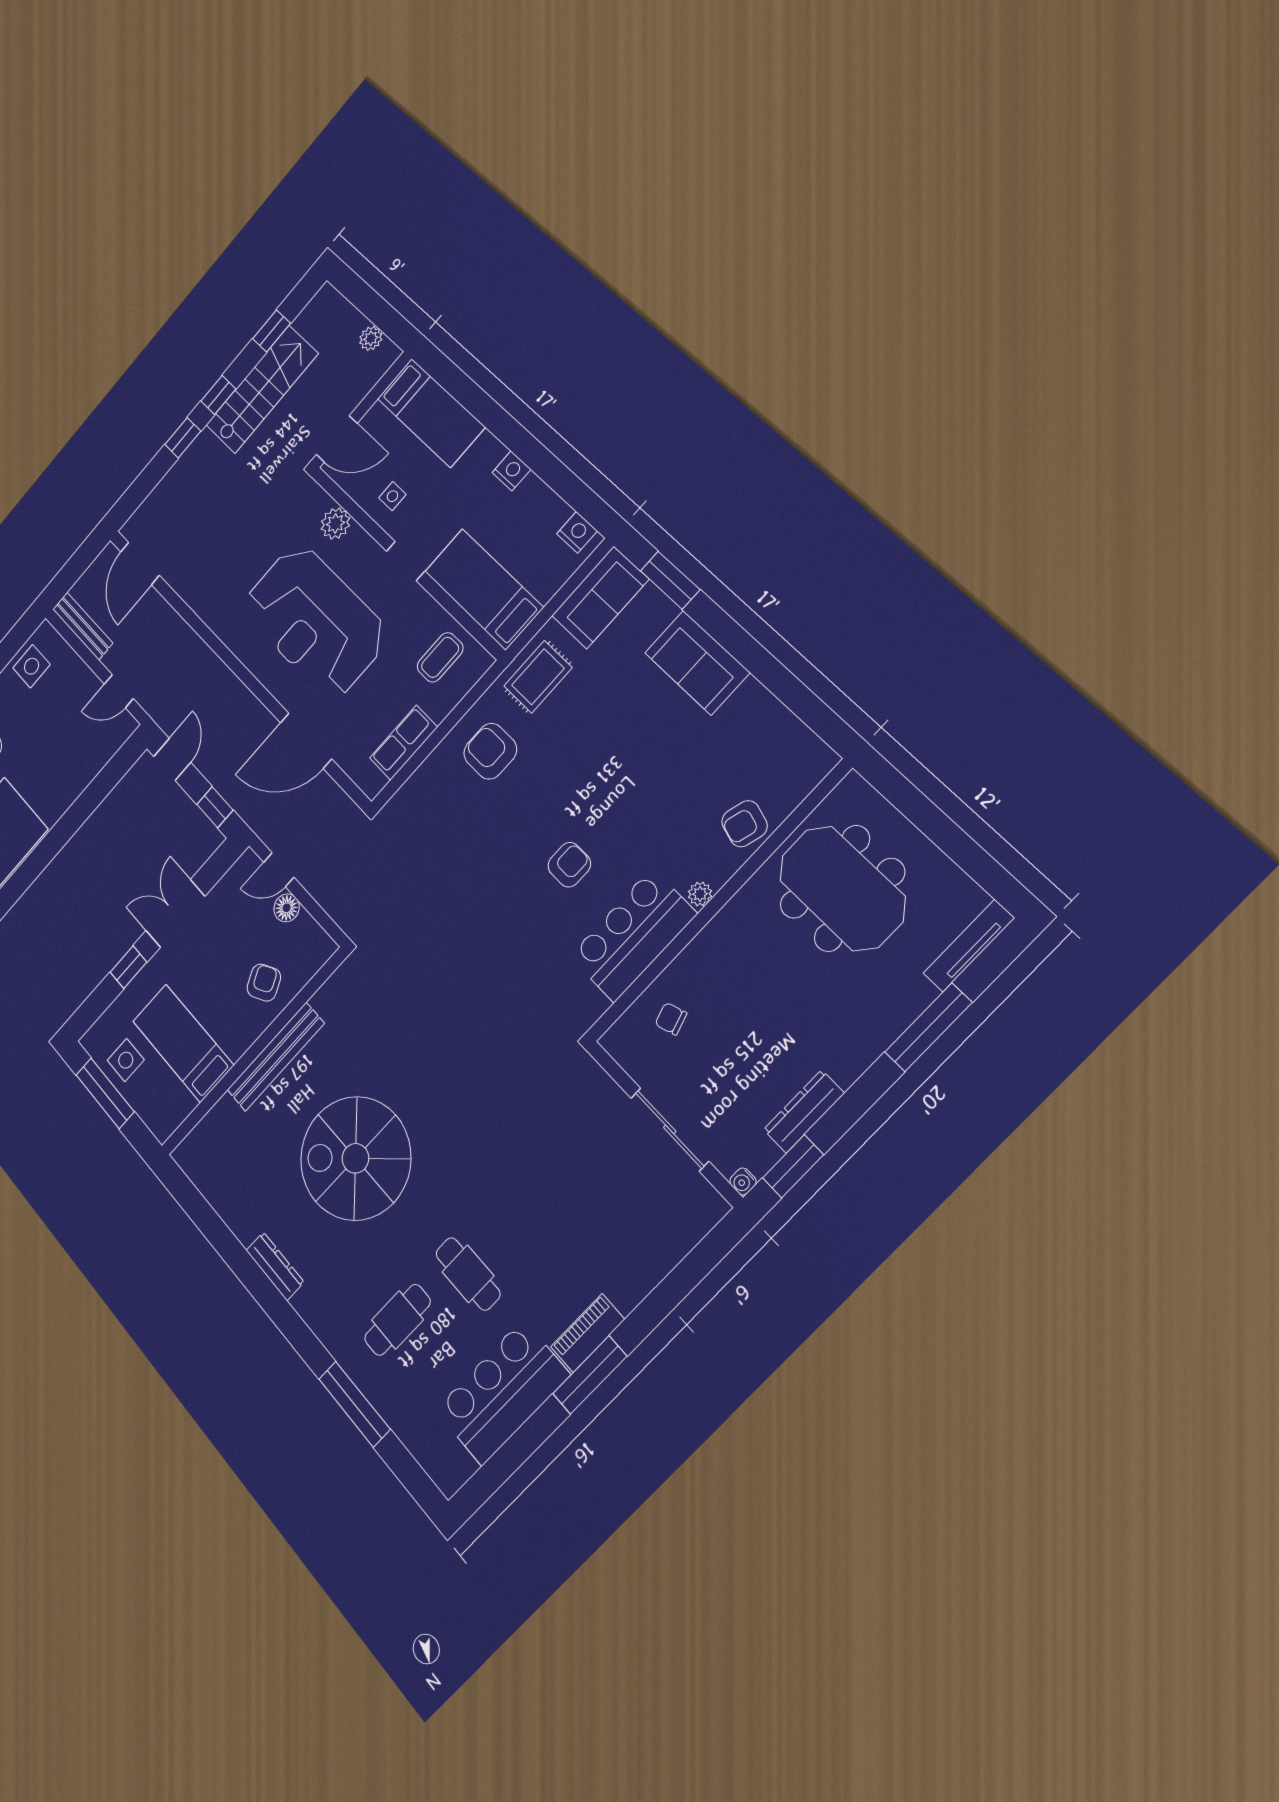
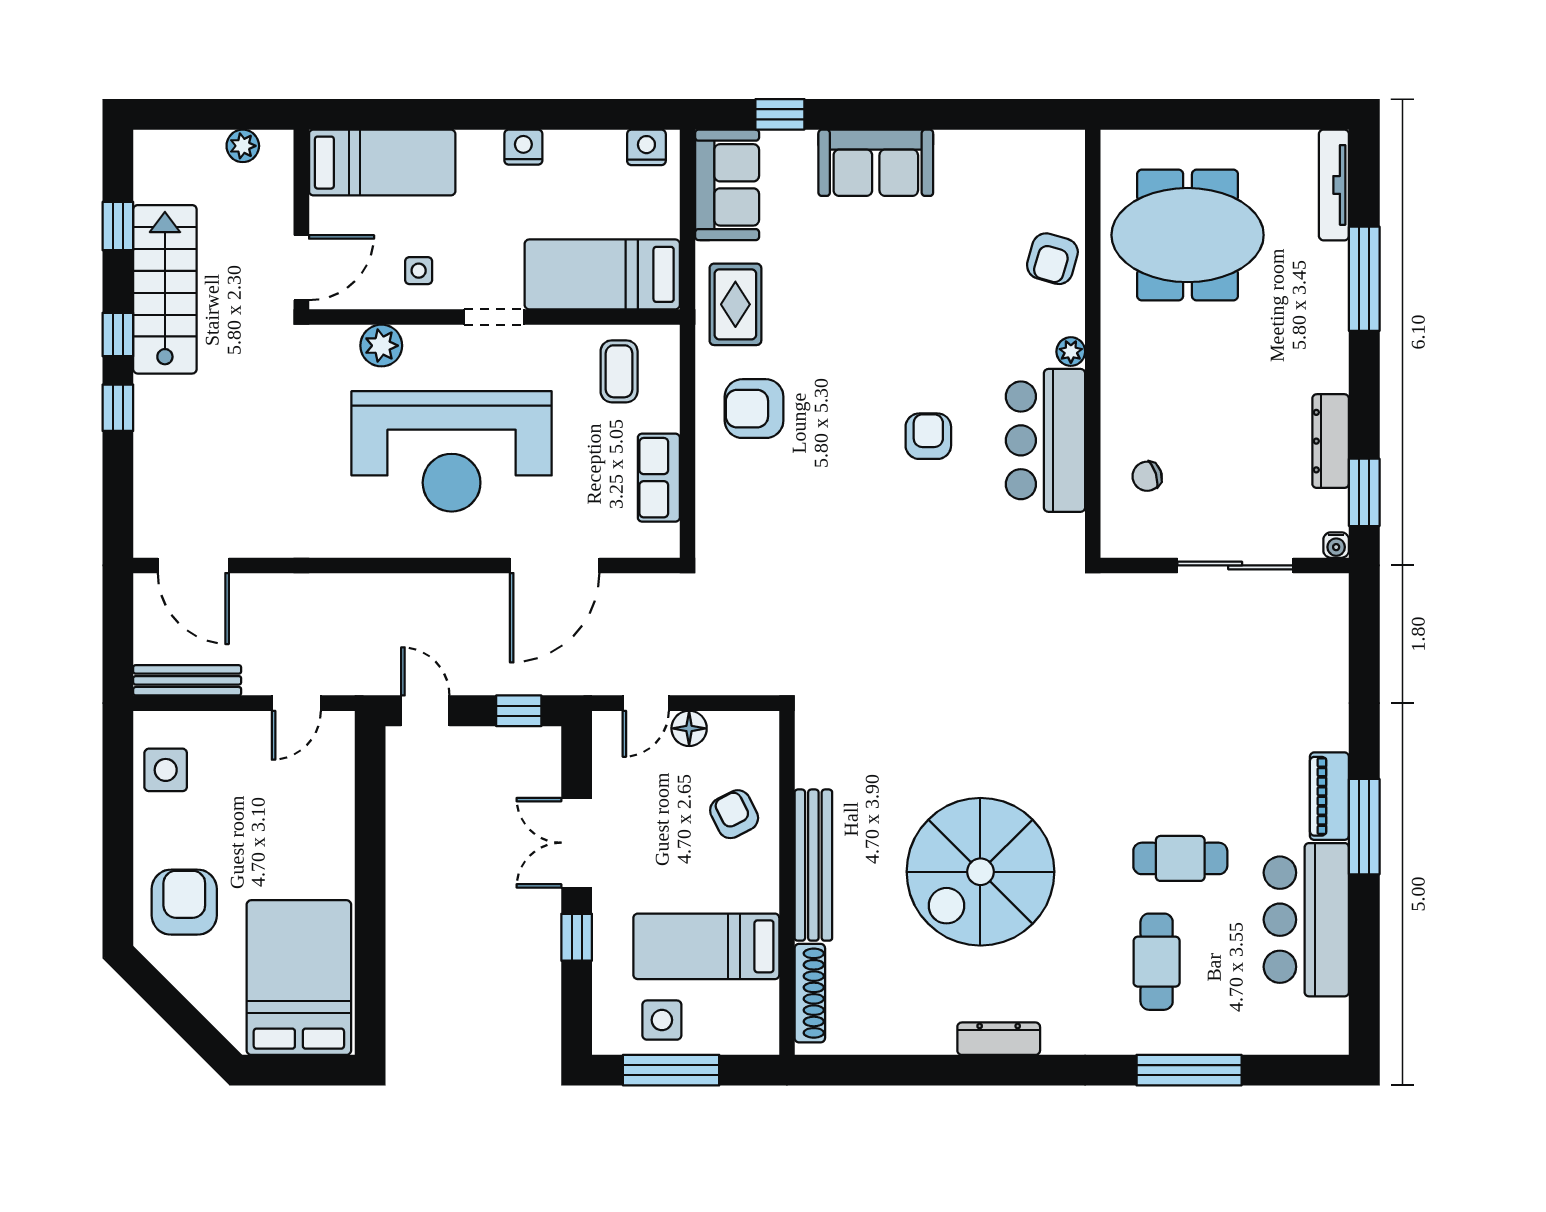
window: (670, 580) -> (780, 114), width x0.67
shoe rack: (208, 1128) -> (810, 993), added

